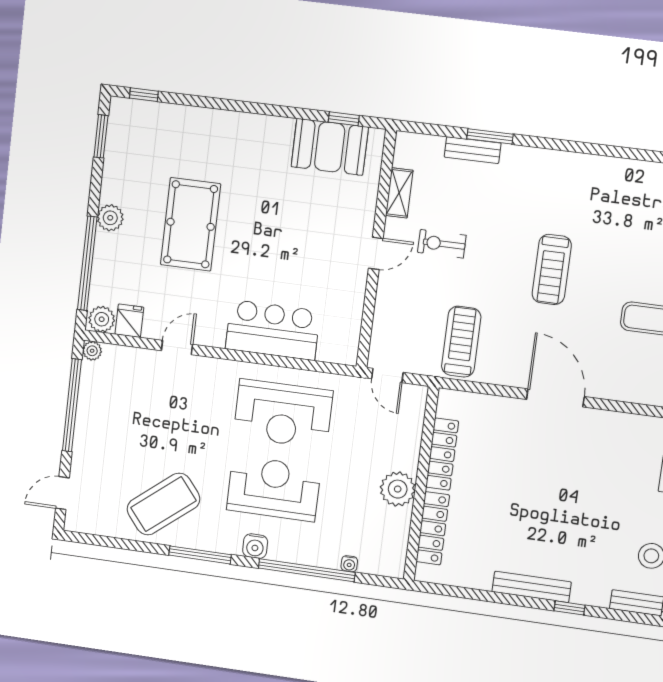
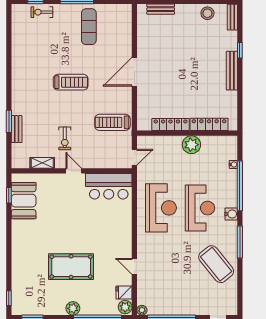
bar counter: (273, 330) -> (109, 186), moved, turned -90
reception desk: (274, 488) -> (200, 208), turned 180

